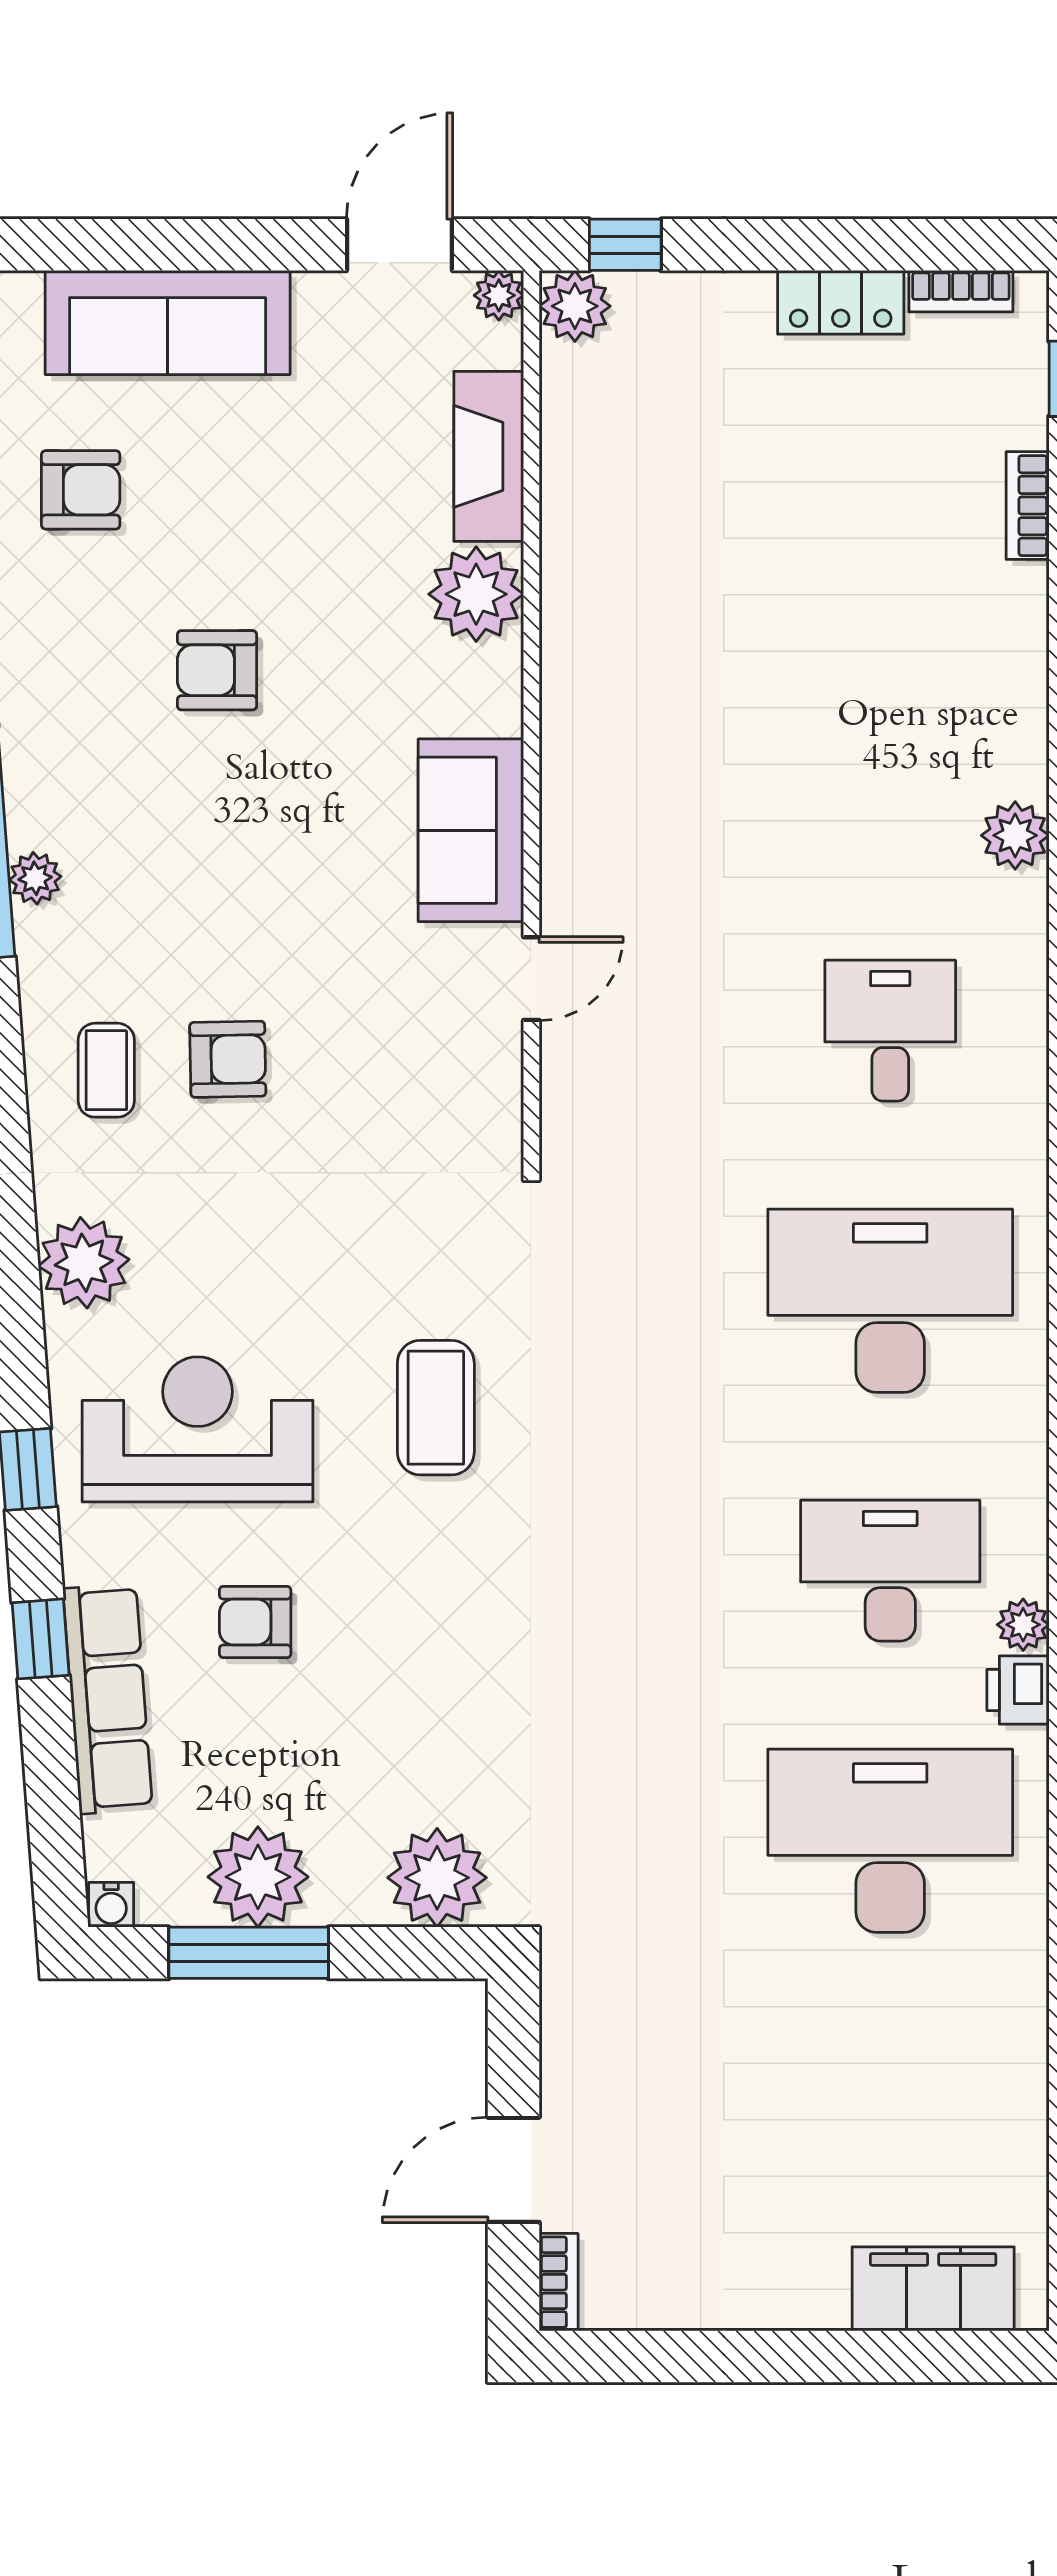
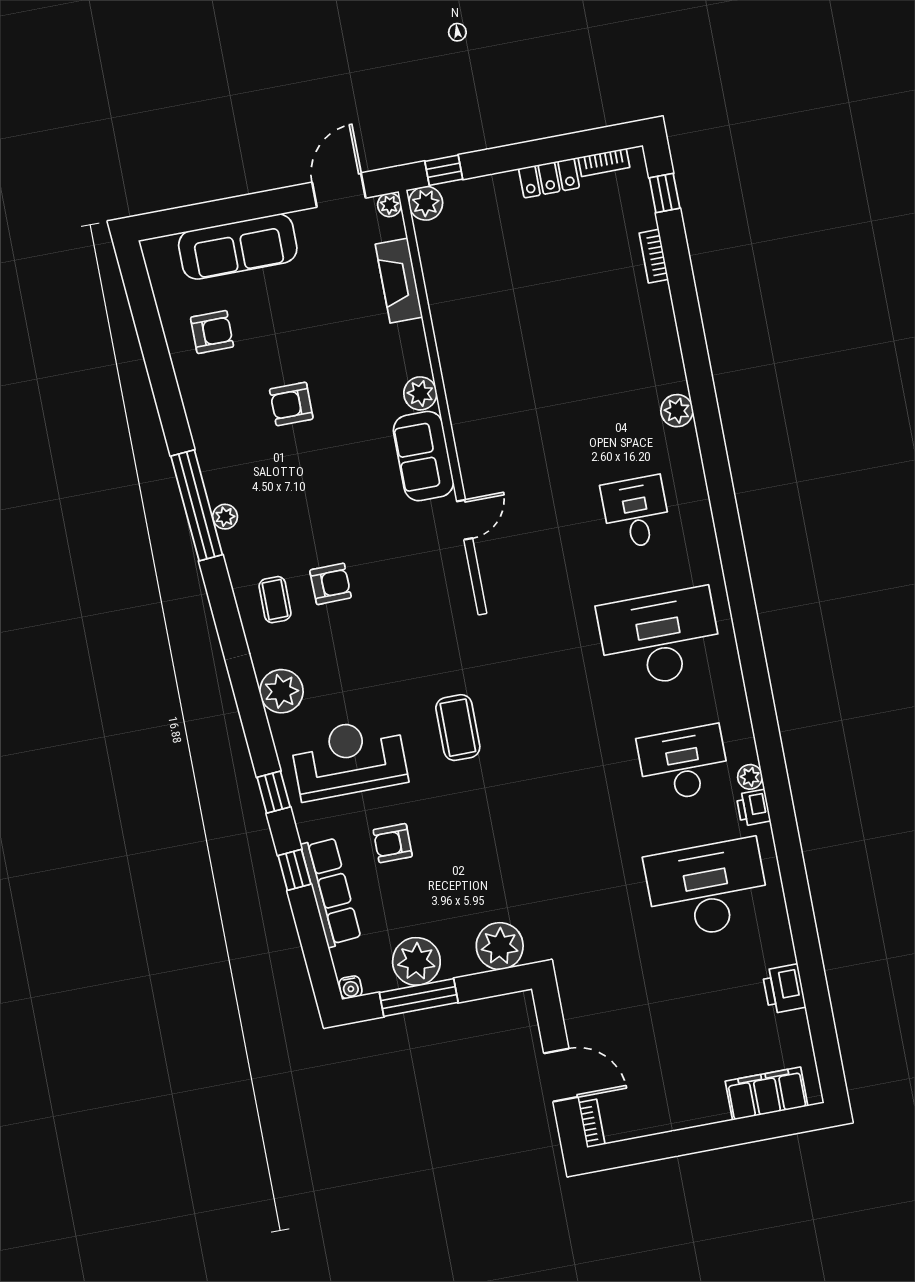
plant: (476, 594) -> (420, 393), moved, width x0.73, depth x0.73
printer: (1010, 2078) -> (784, 989), added
door: (513, 2170) -> (561, 1075), swing flipped

